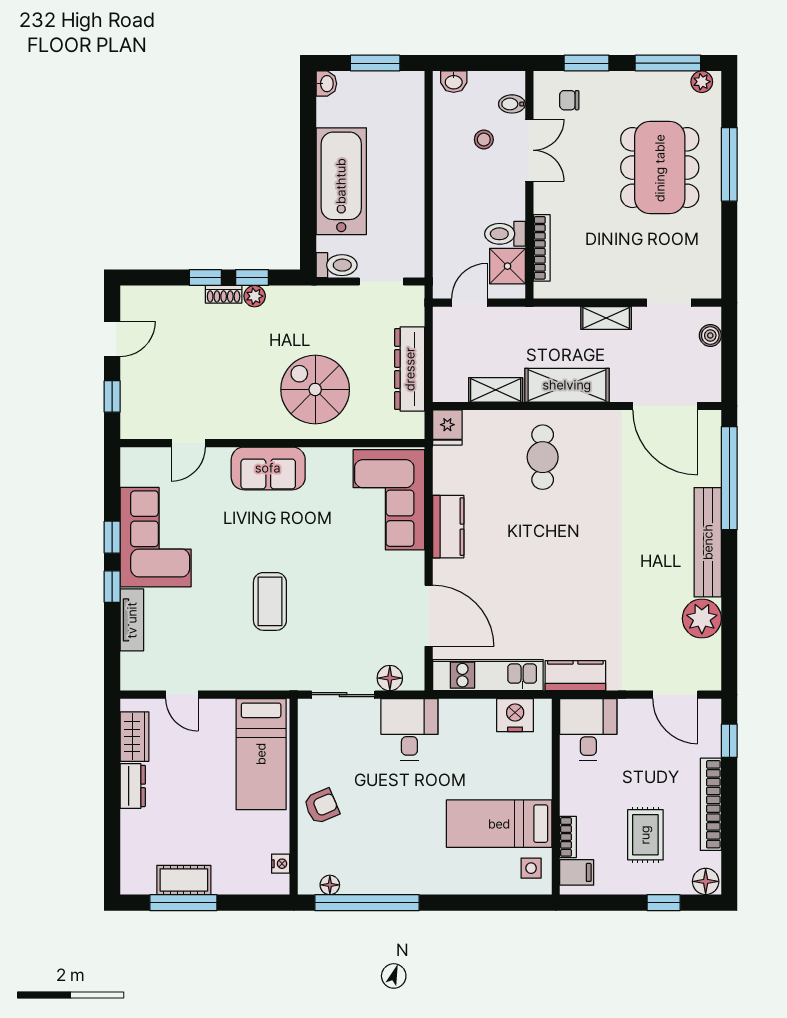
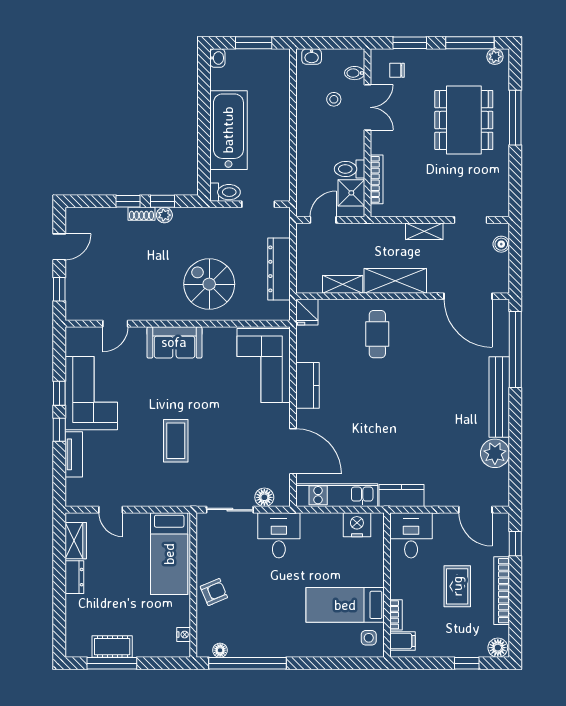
rug: (645, 835) -> (457, 586), moved

